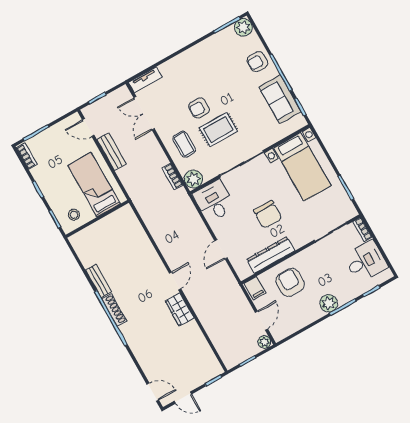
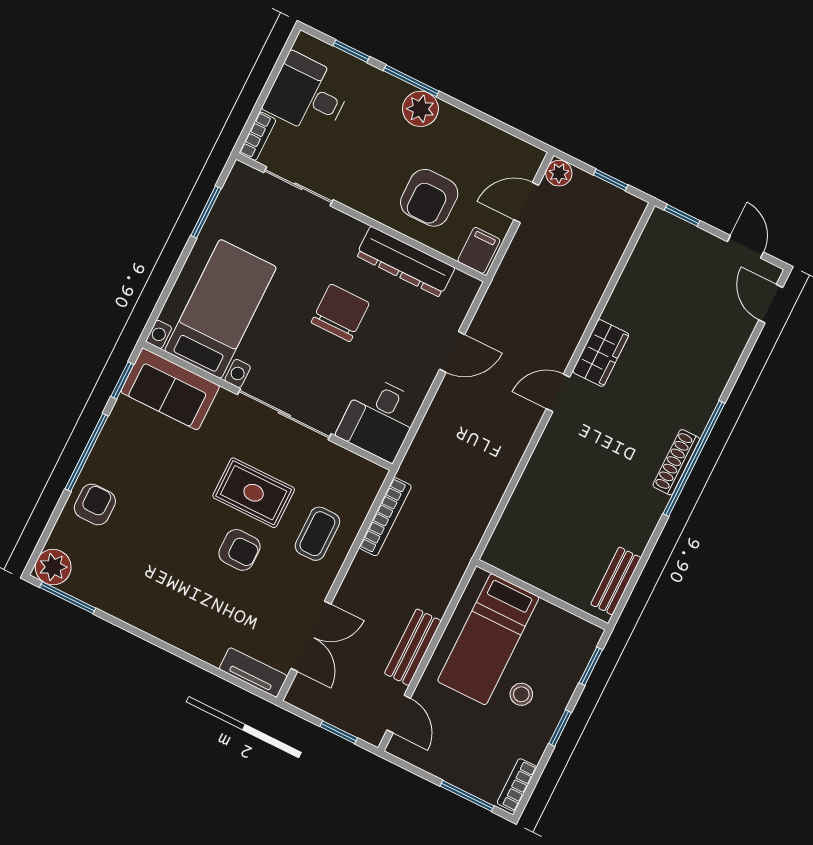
armchair: (257, 62) -> (95, 504), turned -90
sofa: (280, 99) -> (170, 389), moved, turned 90
bookcase: (172, 176) -> (385, 517), width x1.56
plant: (193, 179) -> (365, 478), removed
stool: (74, 215) -> (521, 694), moved
bench: (99, 281) -> (616, 581), moved

